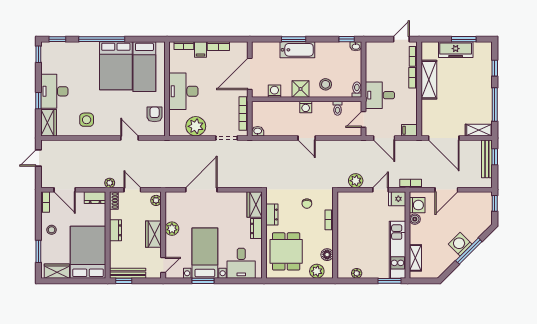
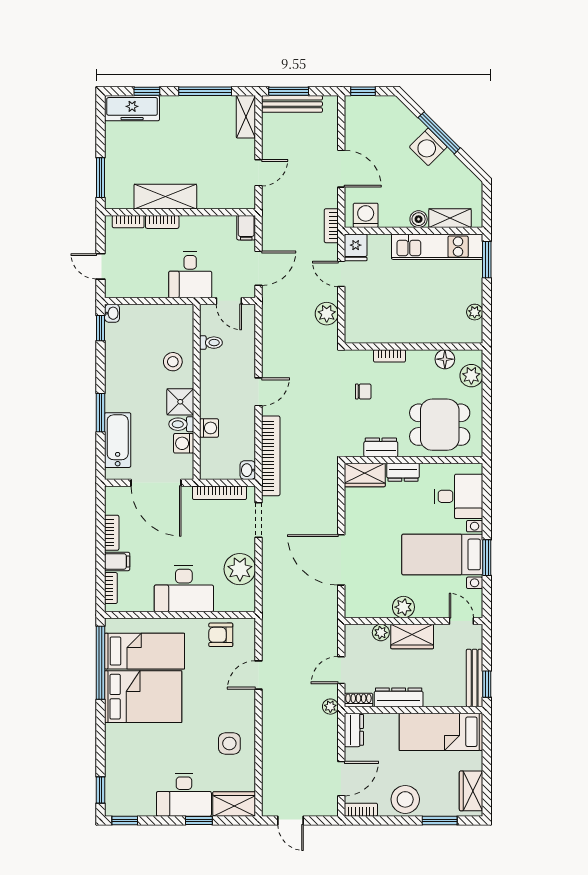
window: (102, 39) -> (101, 663), moved
door: (401, 39) -> (101, 266), moved
window: (464, 39) -> (101, 178), moved
bathtub: (297, 50) -> (118, 440), moved
freezer: (456, 50) -> (132, 108), moved, turned 90
toilet: (357, 90) -> (181, 424), moved
washing machine: (306, 107) -> (209, 428), moved
door: (444, 138) -> (259, 173), width x0.53
bookcase: (267, 146) -> (271, 456), added
window: (495, 157) -> (289, 91), width x1.50
plant: (156, 200) -> (381, 633), moved
boiler: (415, 219) -> (419, 219), moved
stool: (52, 230) -> (405, 799), width x1.89, depth x1.89
dresser: (115, 230) -> (399, 697), width x1.44
bed: (88, 252) -> (441, 732), width x0.67

